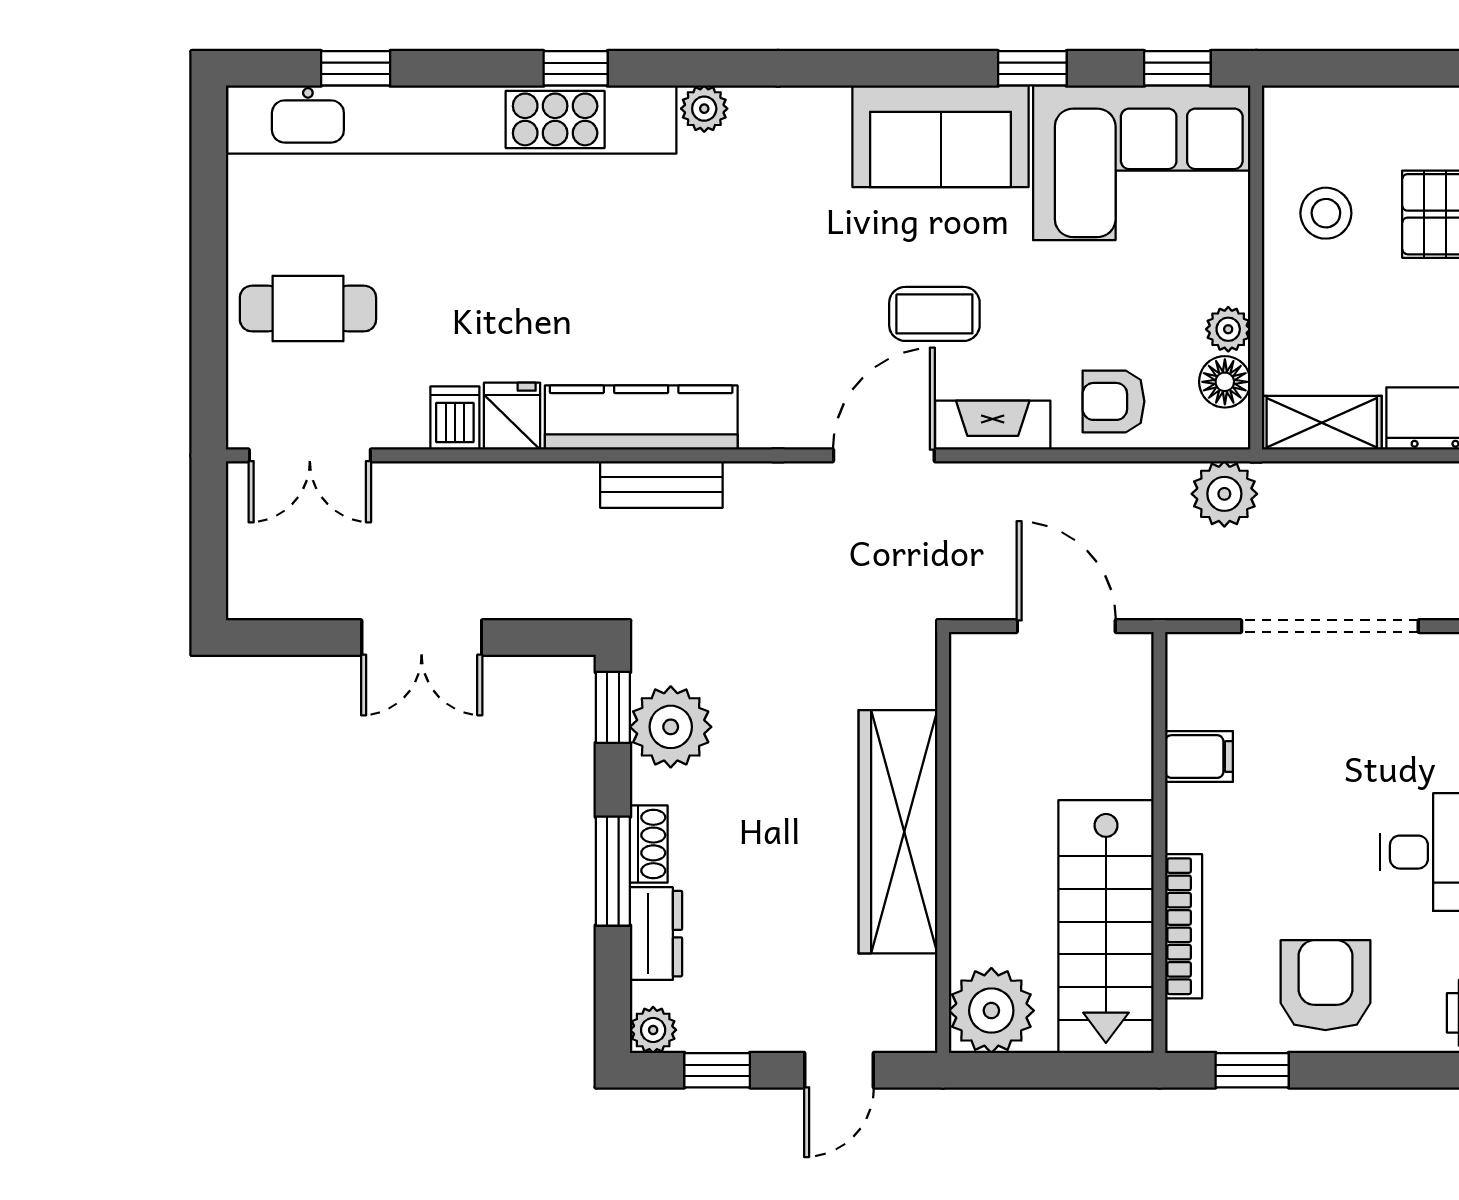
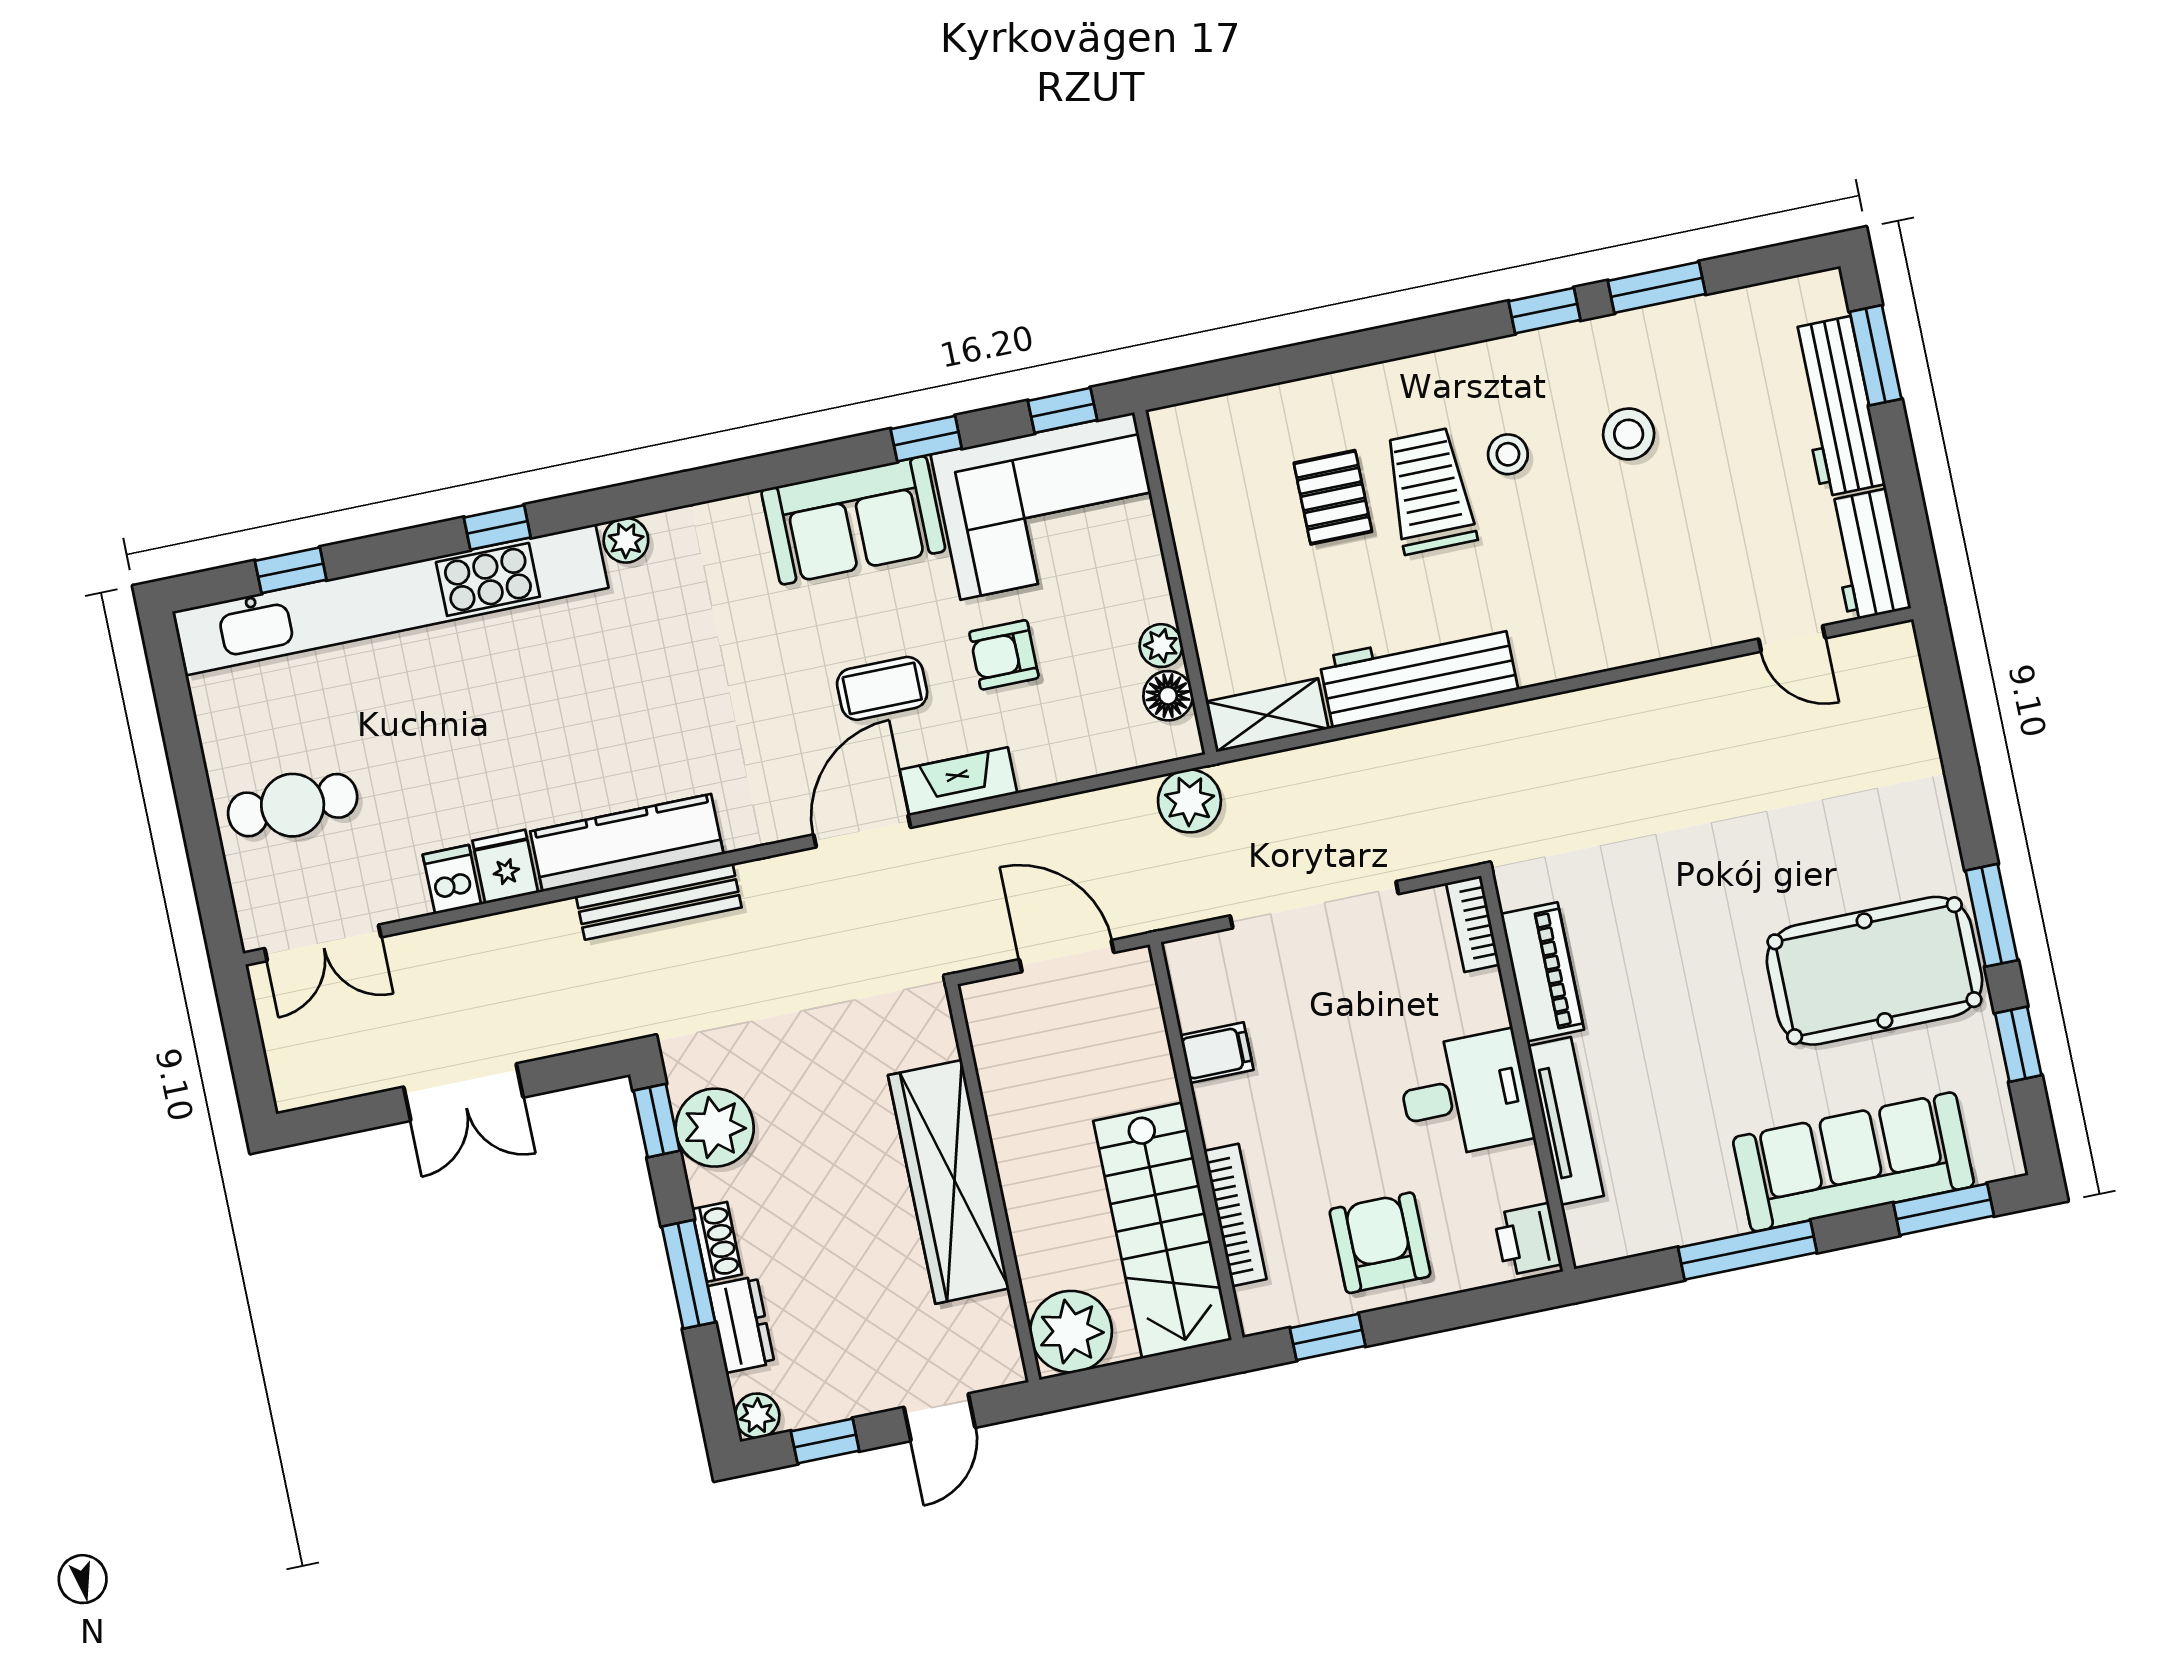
stool: (1326, 213) -> (1230, 518), removed
armchair: (1114, 401) -> (1004, 655), moved
bench: (661, 484) -> (659, 902), width x1.36

